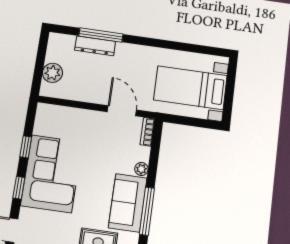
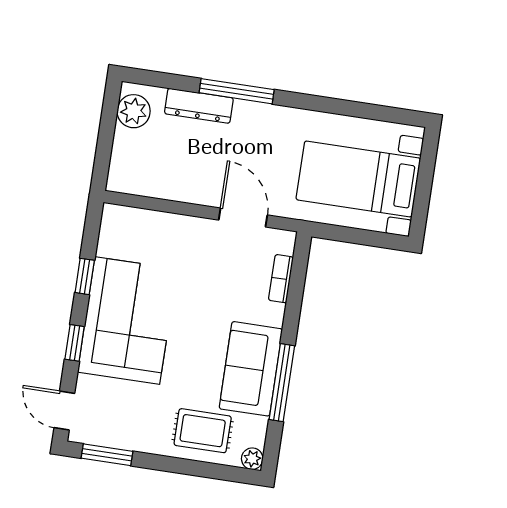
window: (101, 35) -> (237, 91), moved
plant: (52, 73) -> (134, 111), moved
bookcase: (147, 132) -> (281, 279), moved
plant: (141, 169) -> (274, 314), removed

